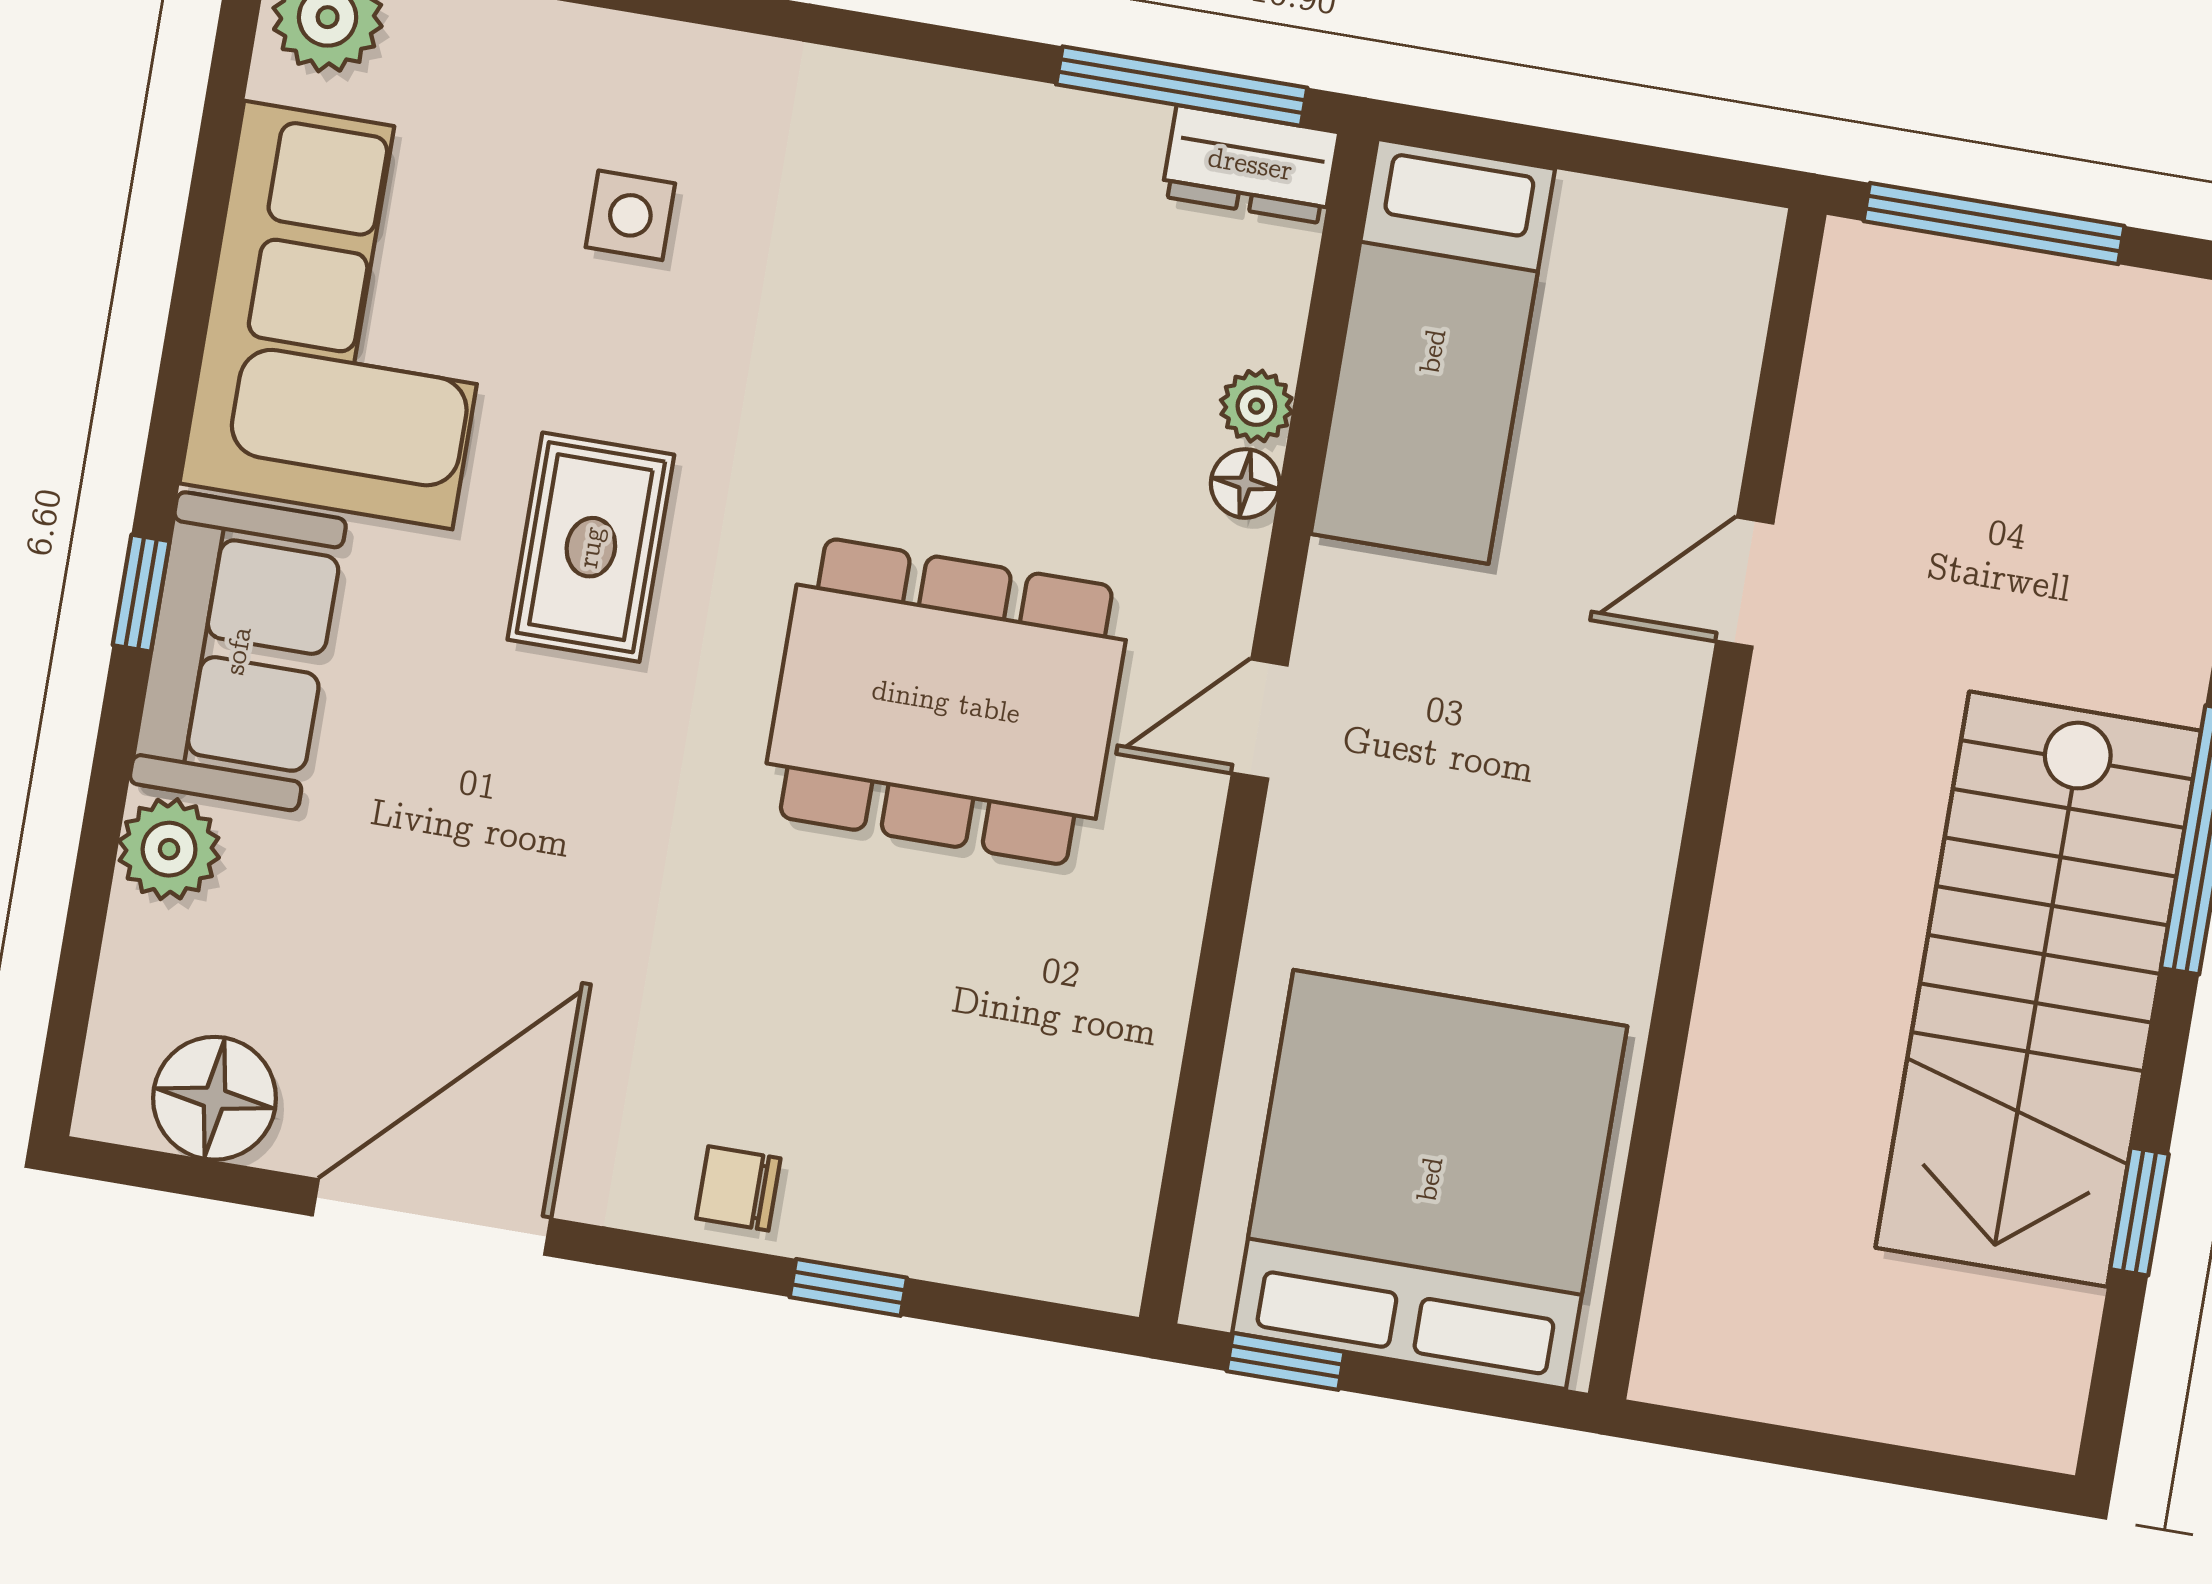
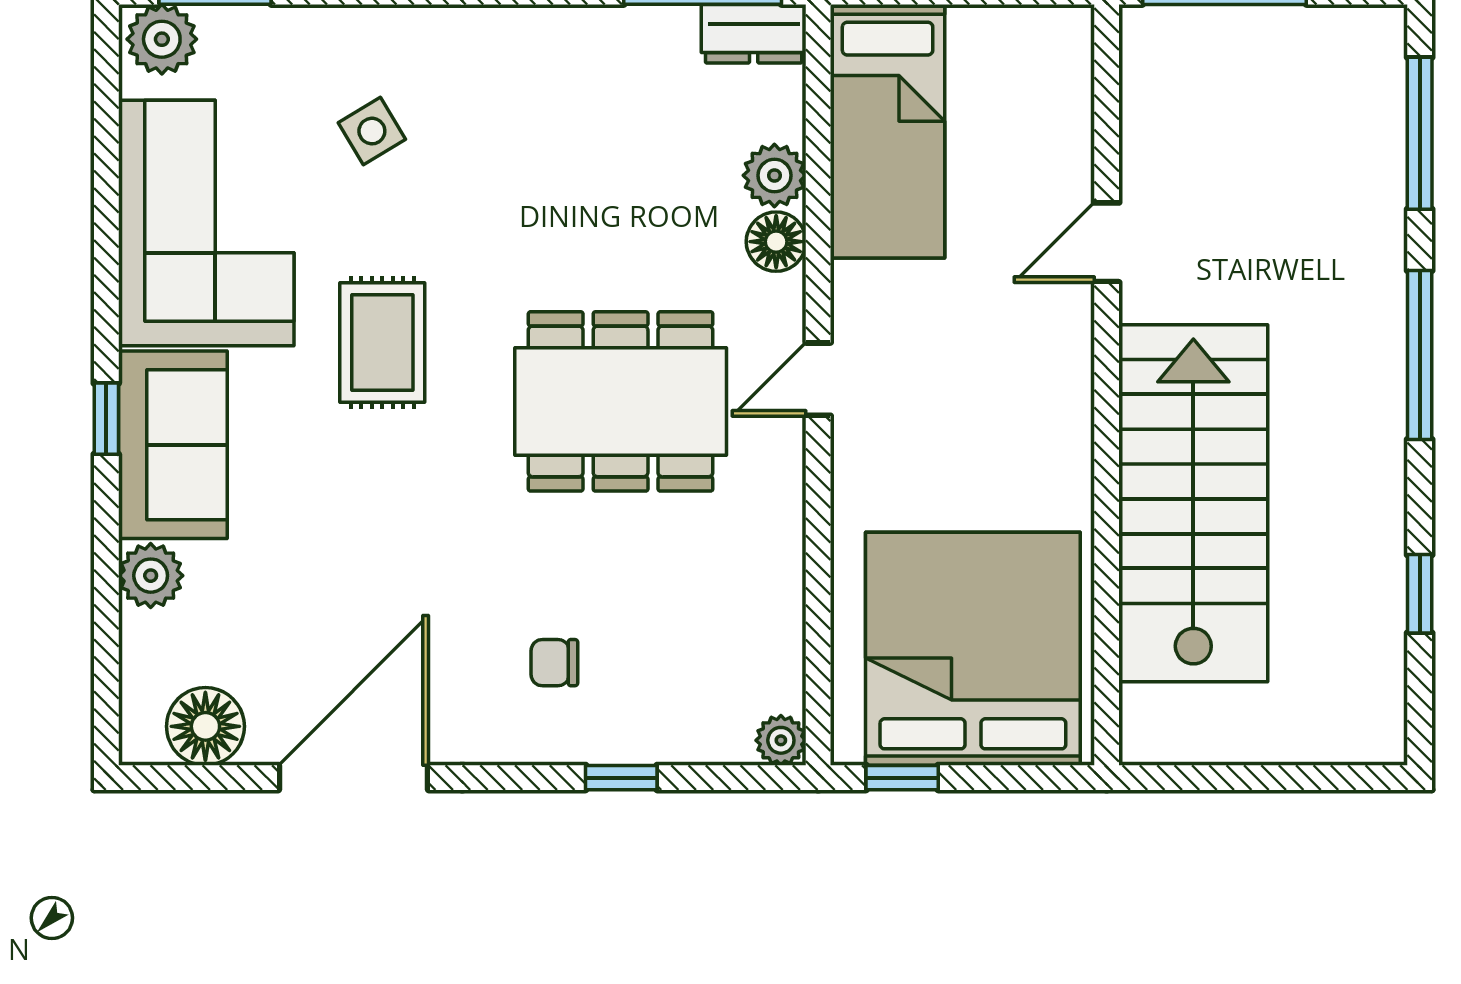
side table: (630, 215) -> (372, 131), turned -31
plant: (1256, 406) -> (774, 175), width x1.38, depth x1.38
floor lamp: (1245, 483) -> (776, 242), width x1.37, depth x1.37
stairs: (2038, 989) -> (1193, 503), moved, turned 180
chair: (738, 1188) -> (554, 663), moved
plant: (1107, 1271) -> (781, 740), added

